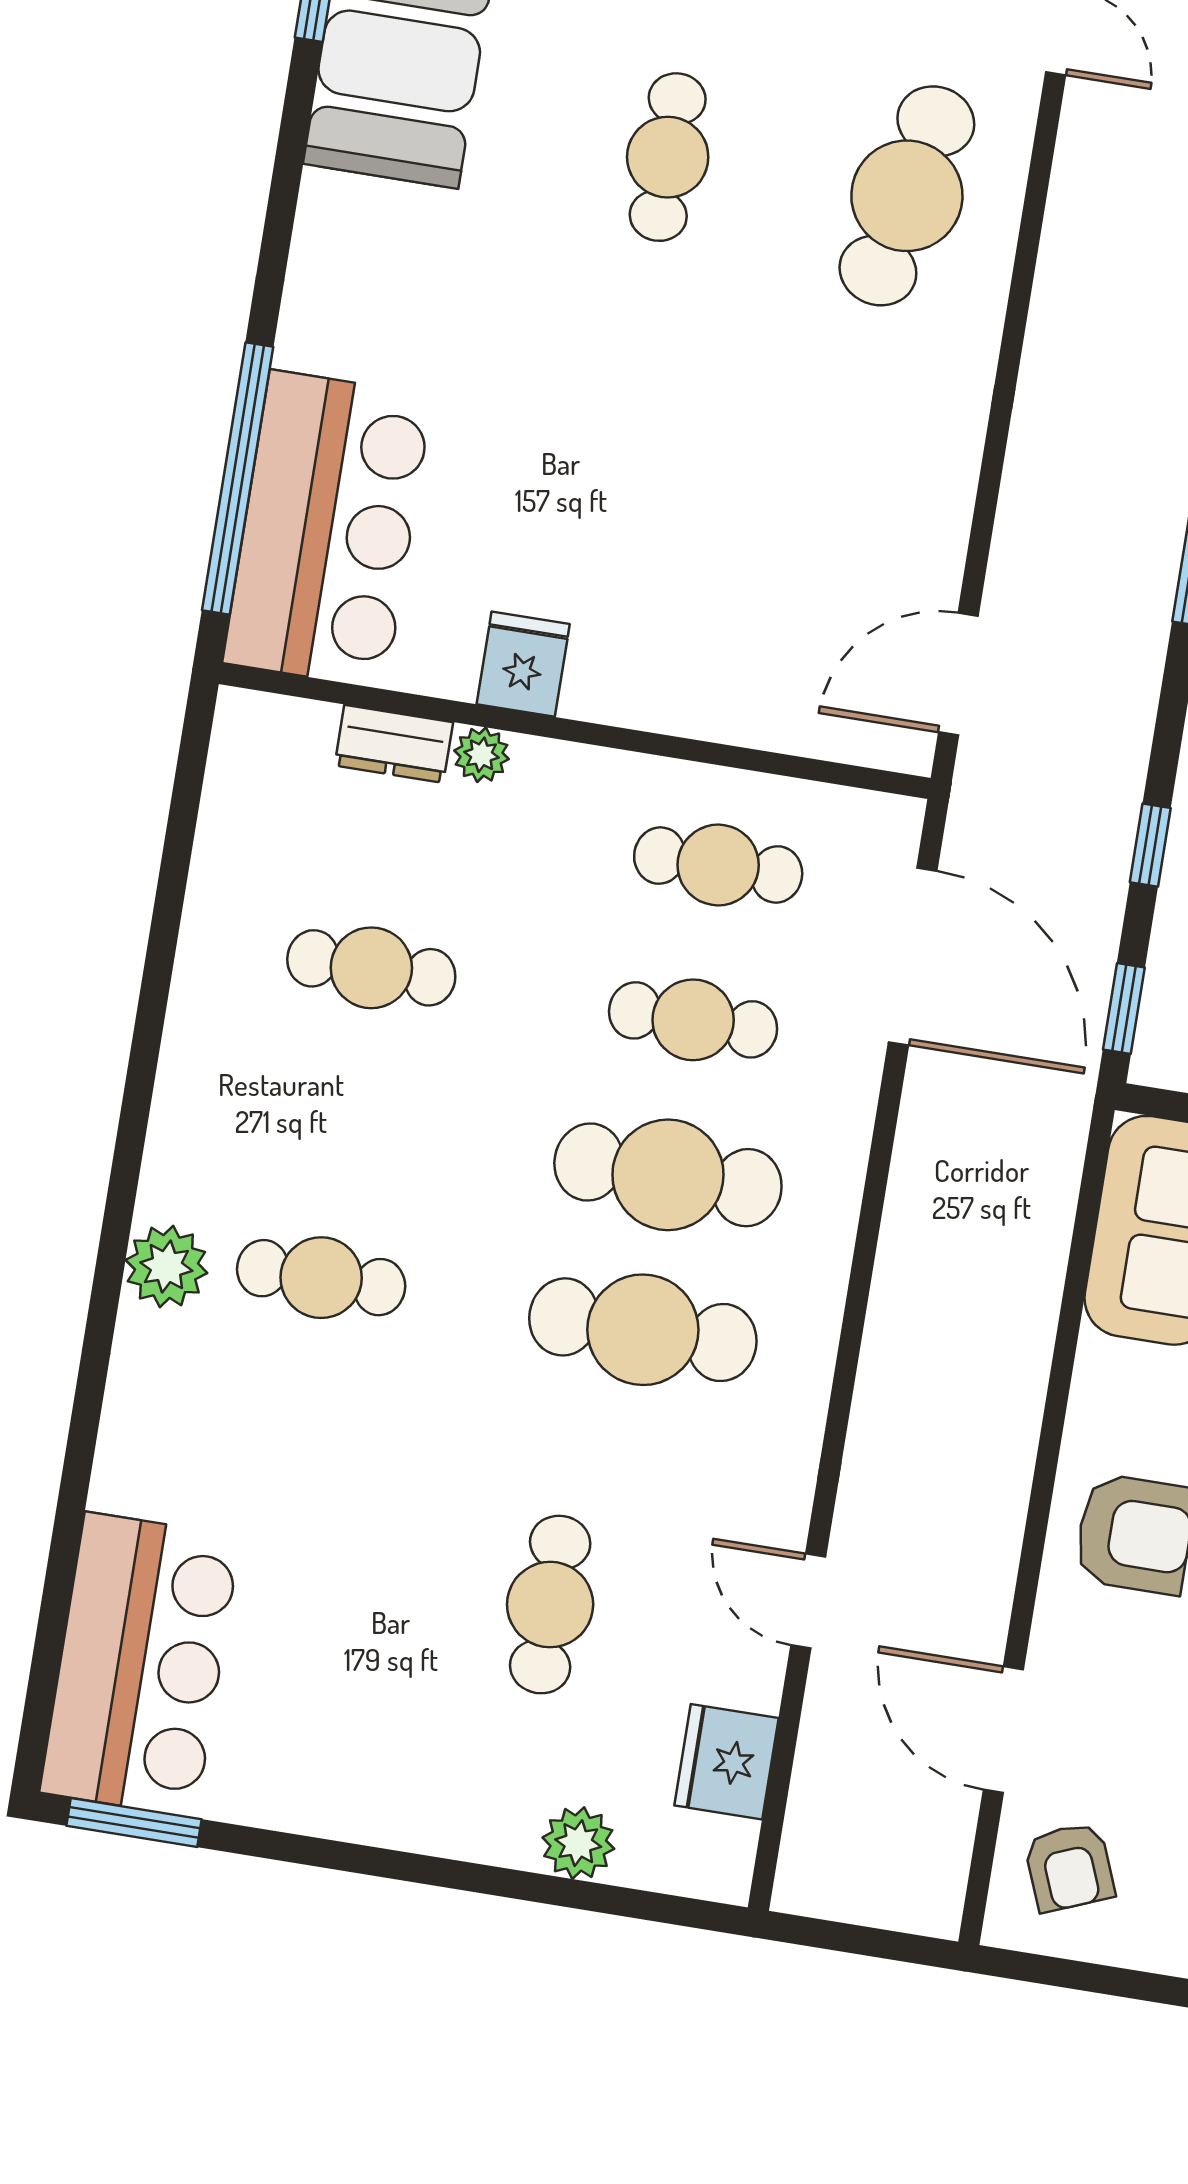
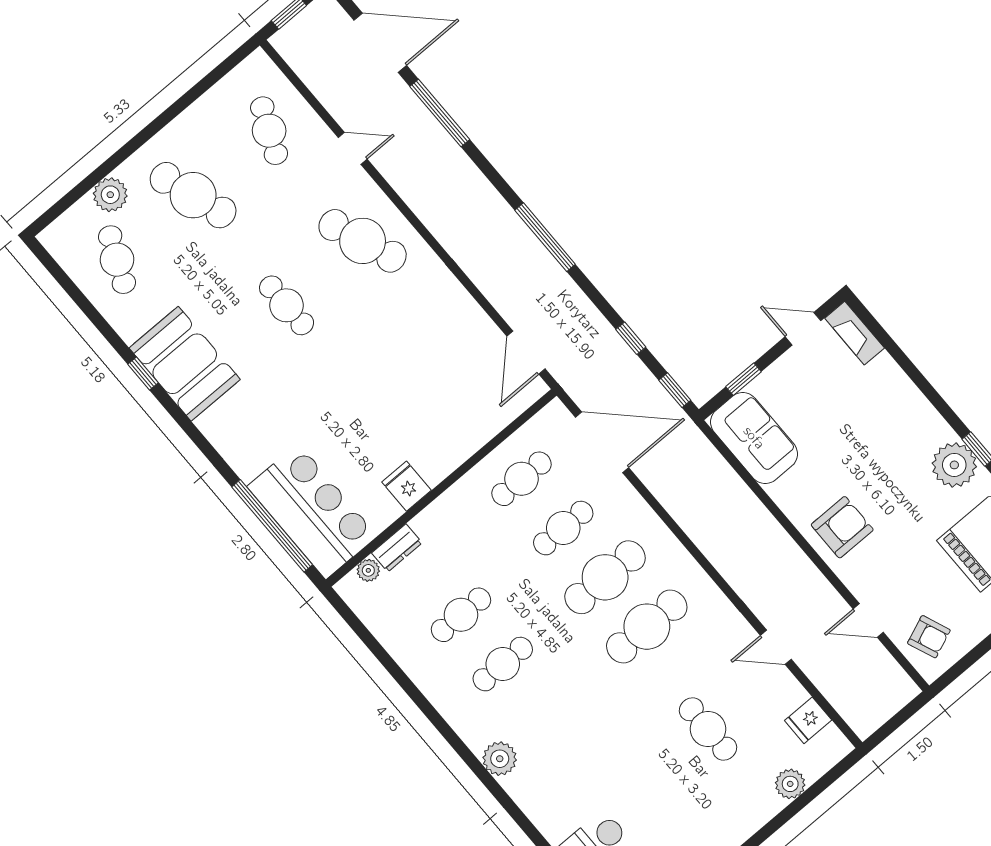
cafe table: (907, 196) -> (363, 241), turned -33
plant: (482, 755) -> (368, 570), moved
cafe table: (321, 1278) -> (503, 664), moved
door: (1003, 1730) -> (868, 621), width x0.73
fridge: (726, 1762) -> (808, 720), width x0.72

